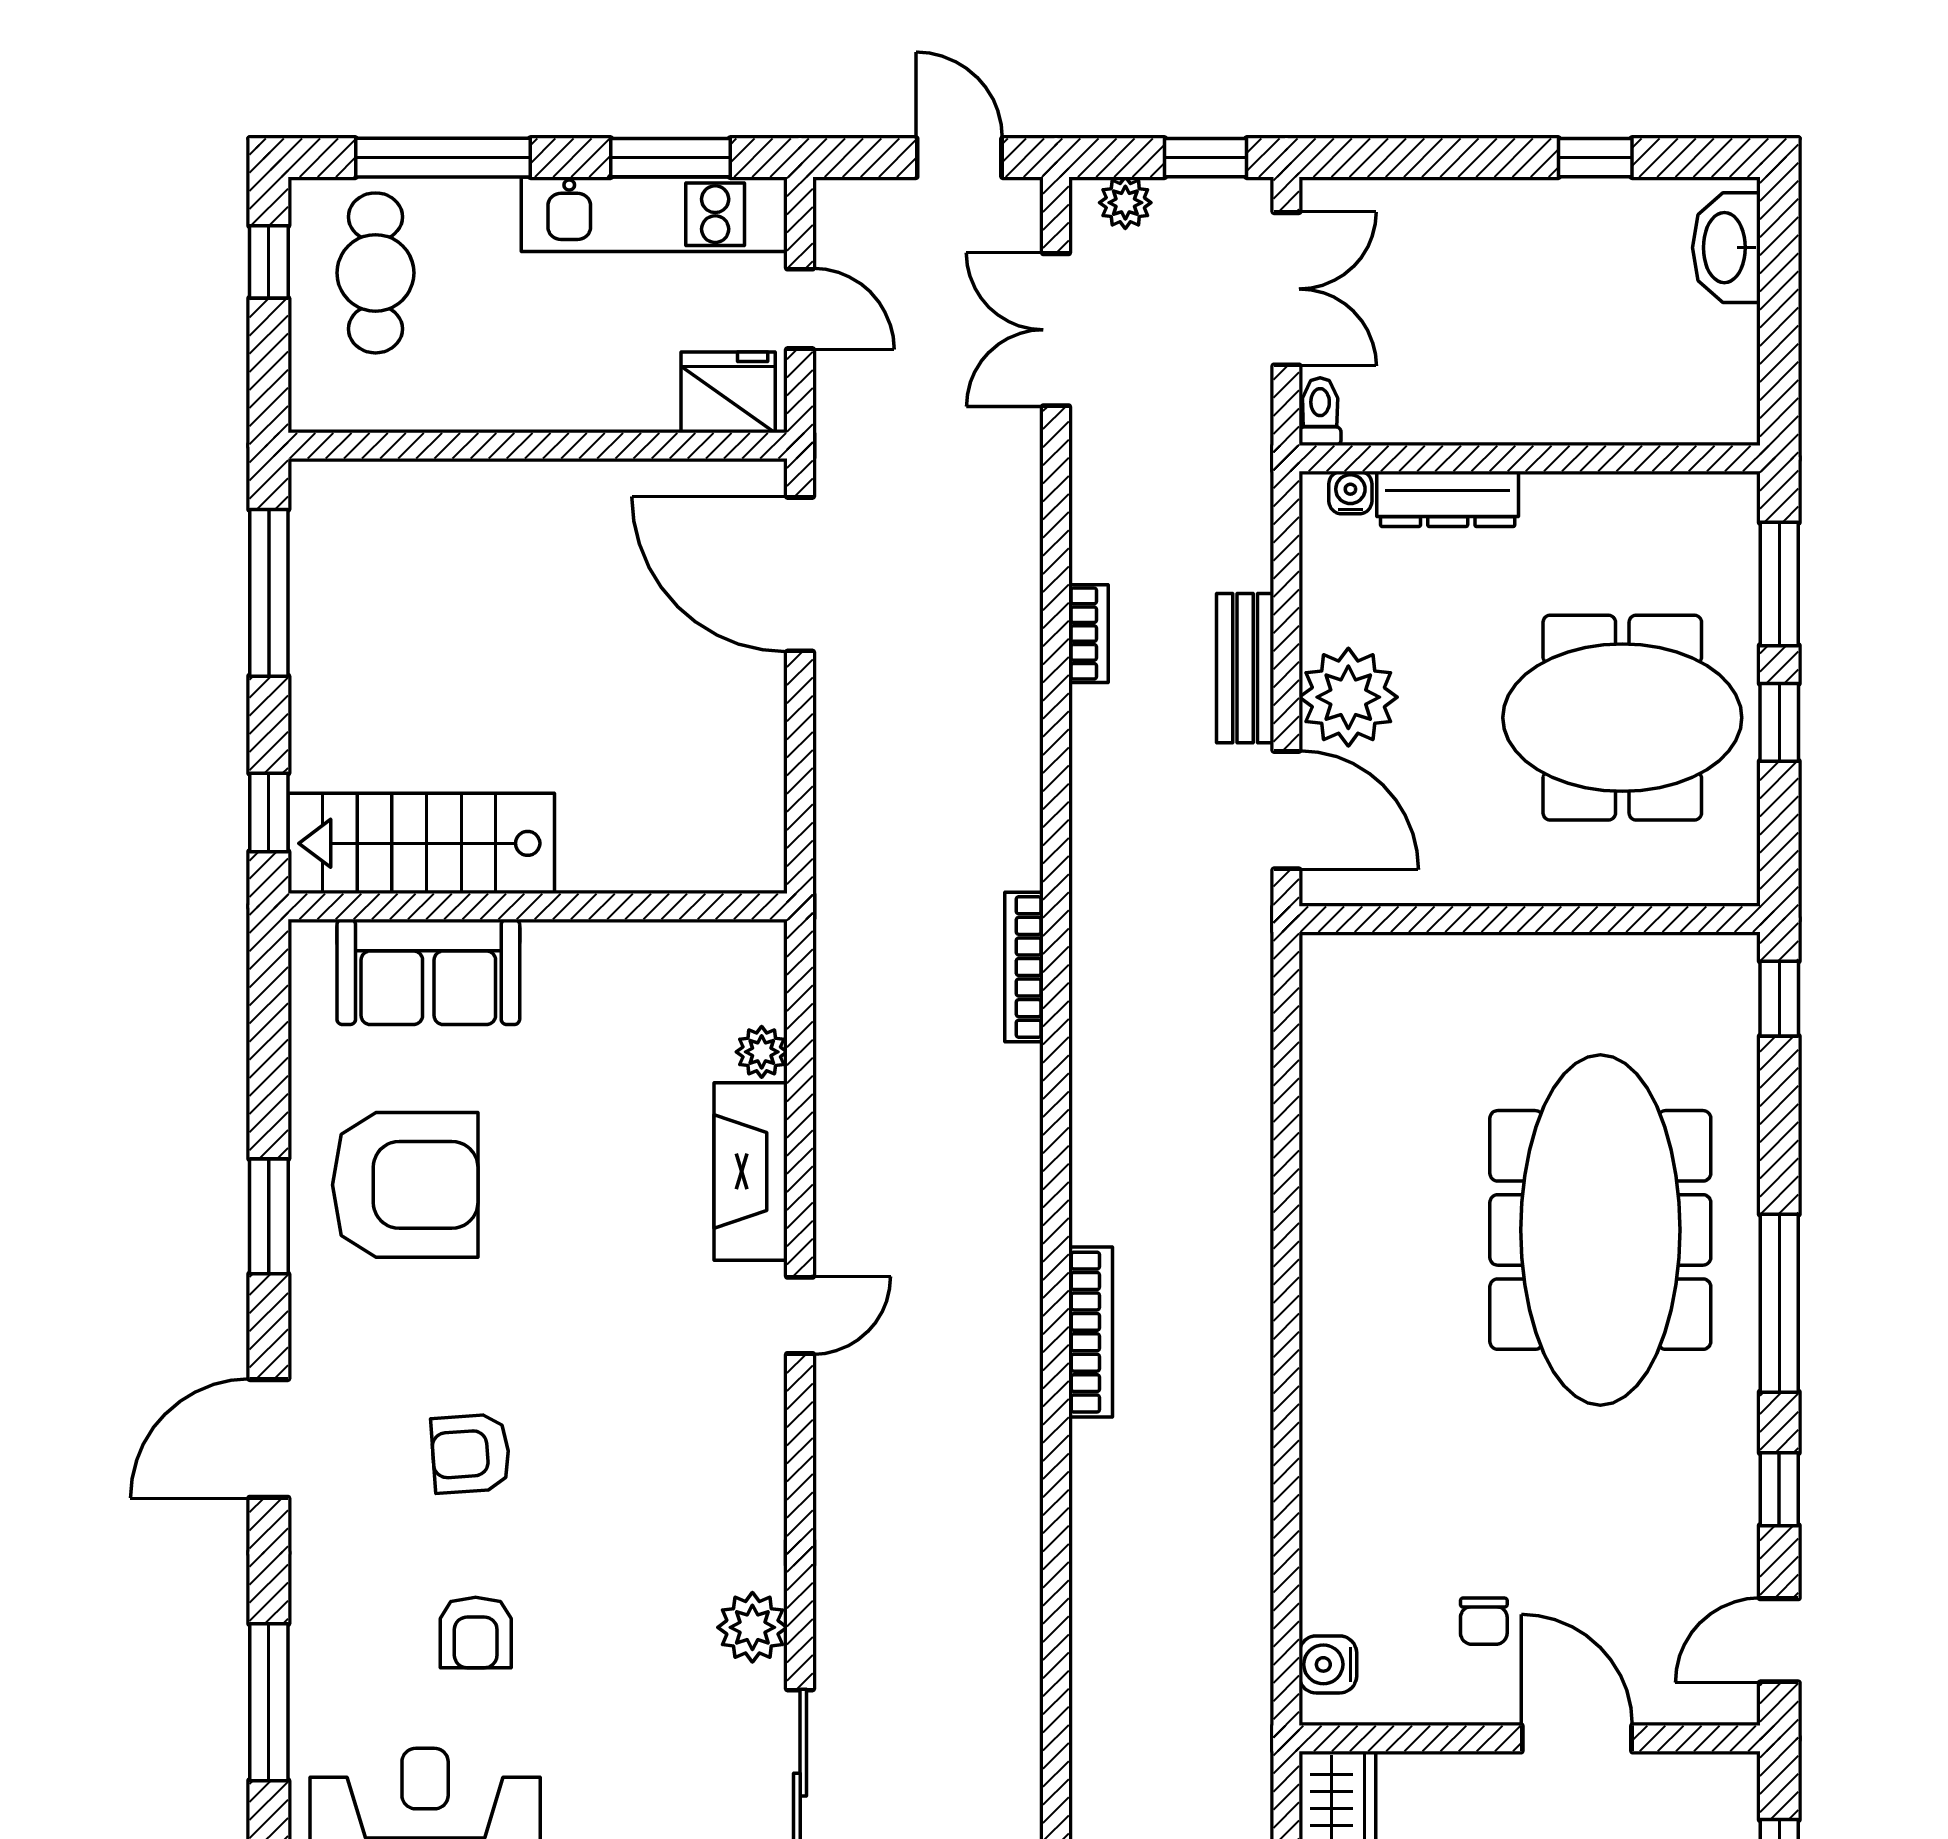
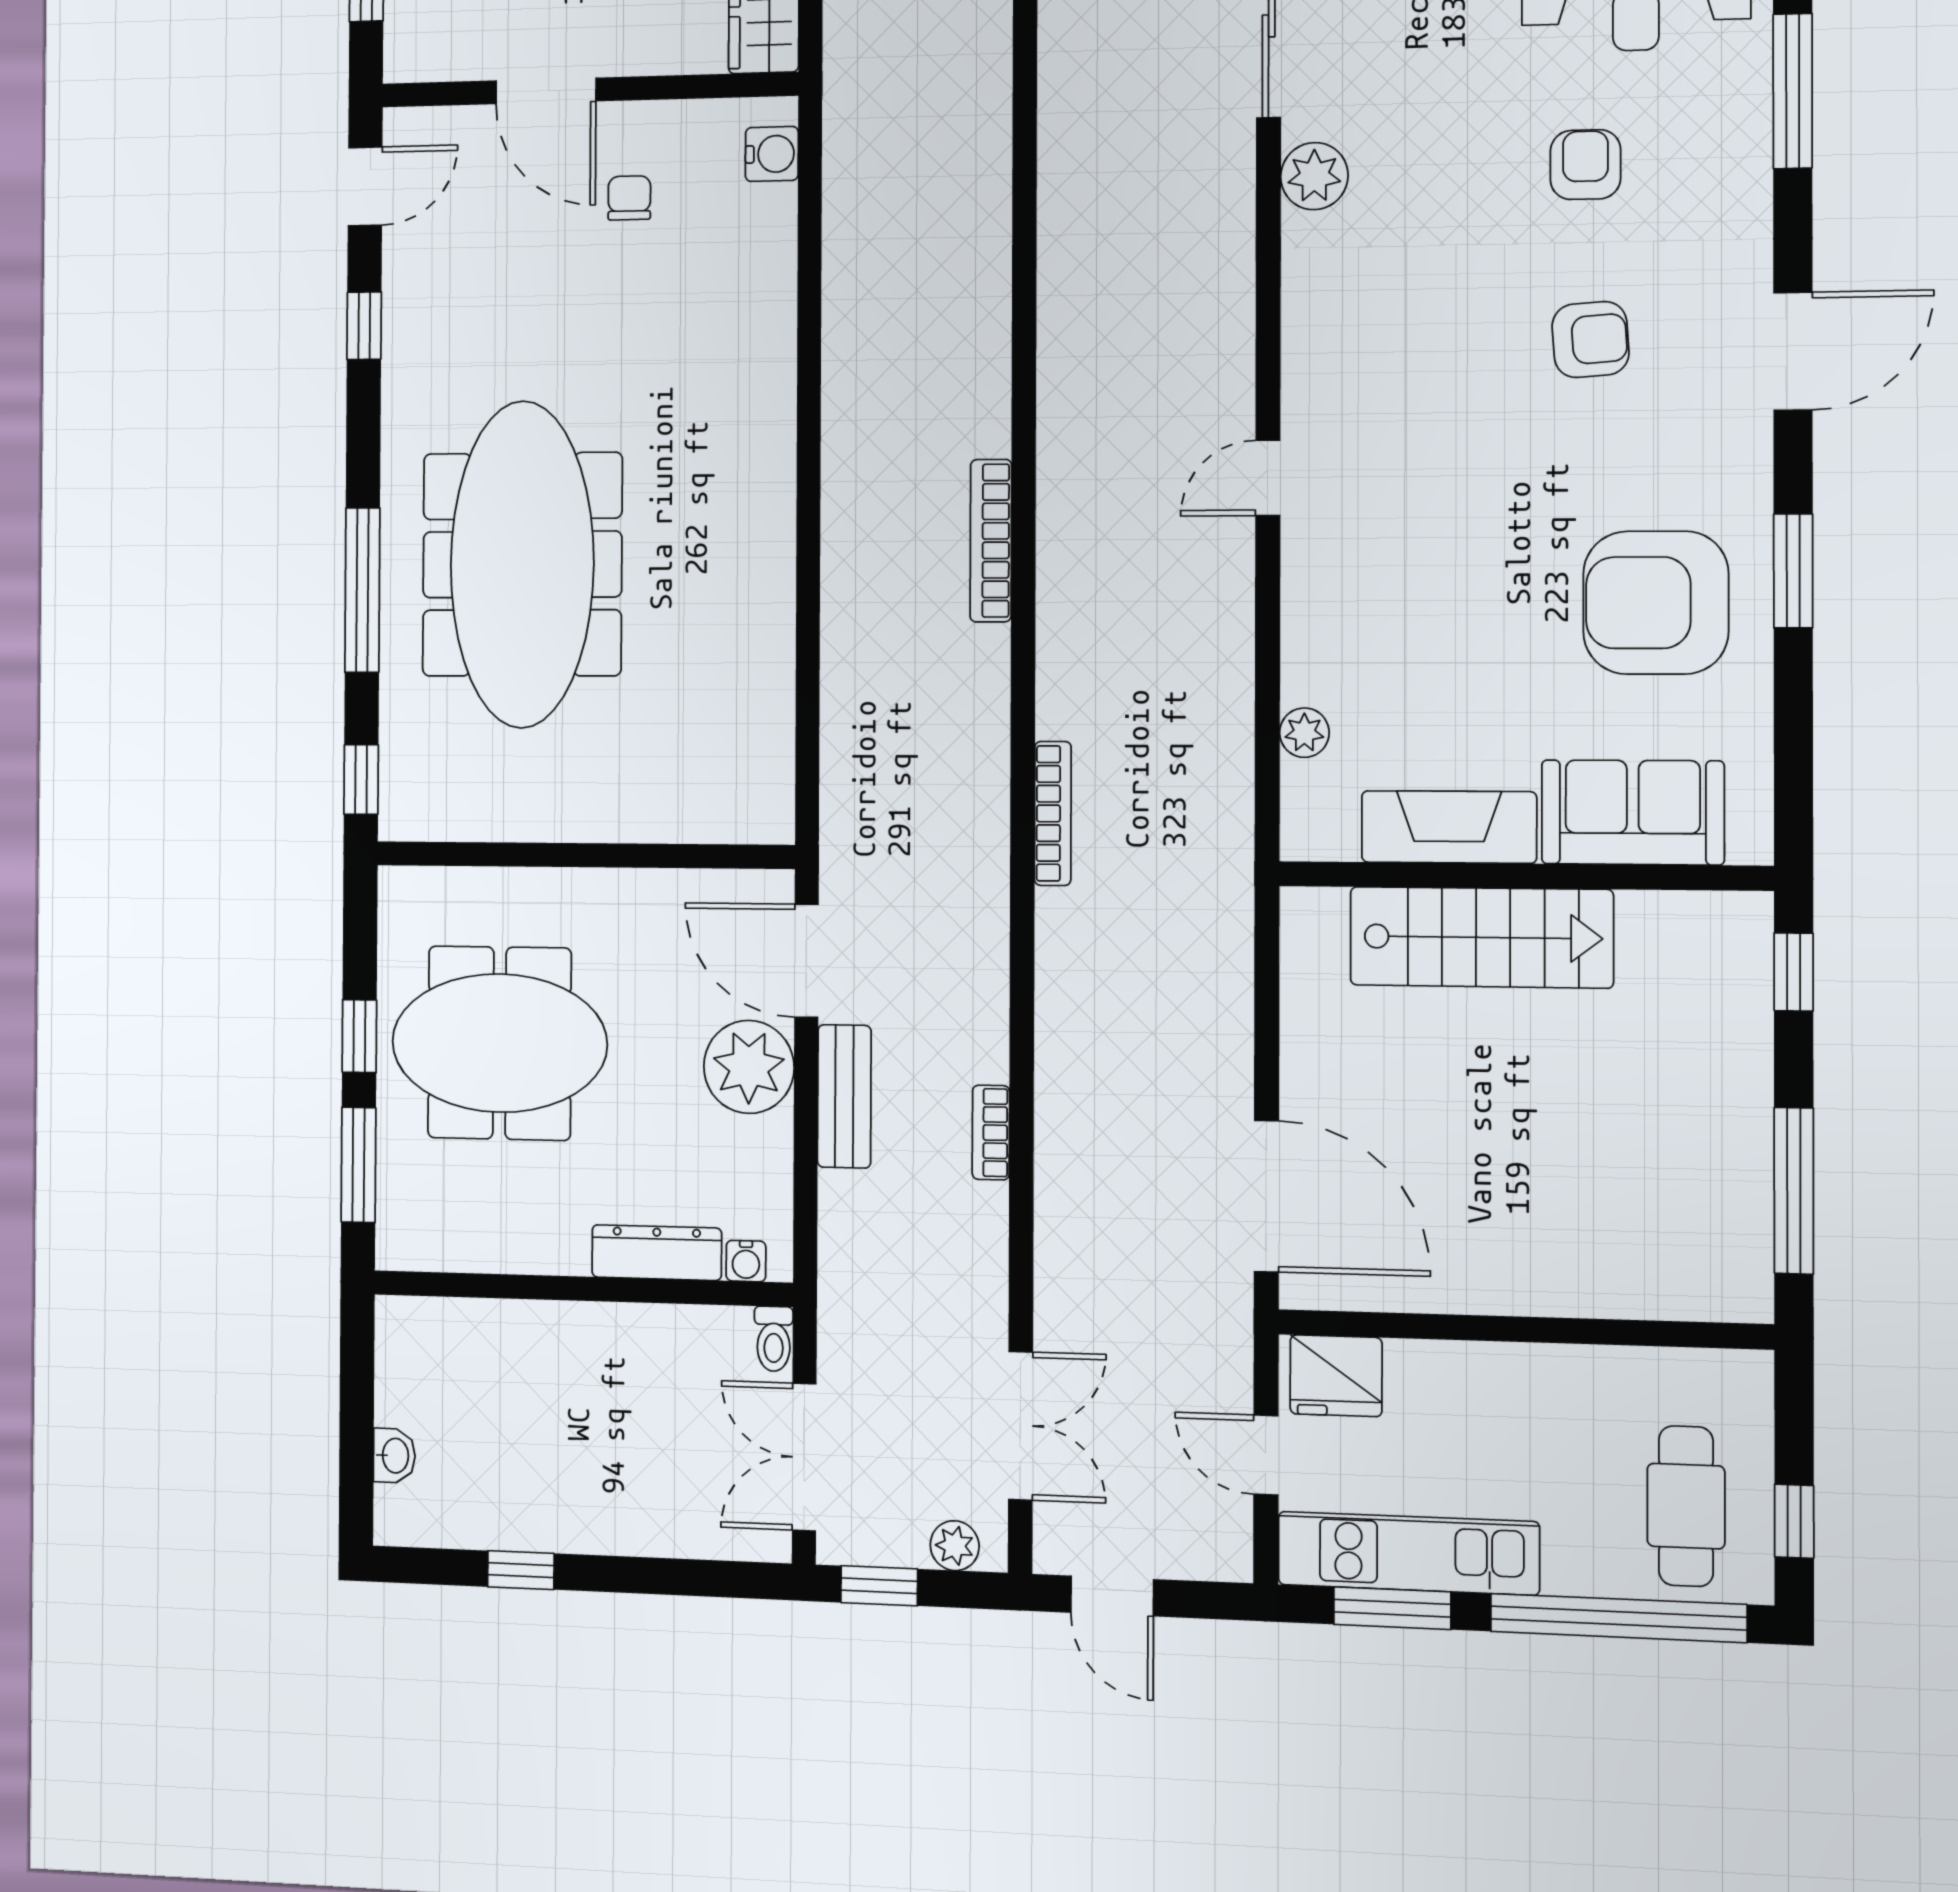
window: (443, 158) -> (1618, 1618), width x1.46
washbasin: (1726, 248) -> (394, 1456), width x0.52, depth x0.69
stairs: (421, 843) -> (1481, 937), moved
fireplace: (751, 1171) -> (1449, 827), moved, turned -90
window: (1779, 1303) -> (362, 590), moved
bookcase: (1091, 1332) -> (991, 541), moved

